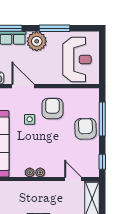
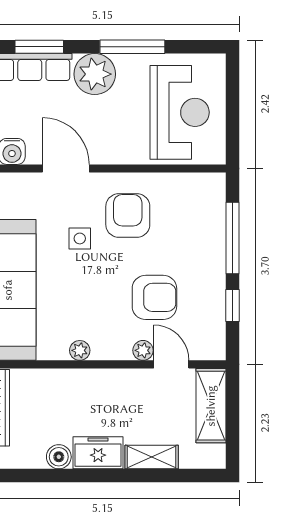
armchair: (86, 129) -> (154, 297), moved, turned 92
window: (102, 162) -> (233, 306), moved
plant: (40, 172) -> (143, 350), moved

